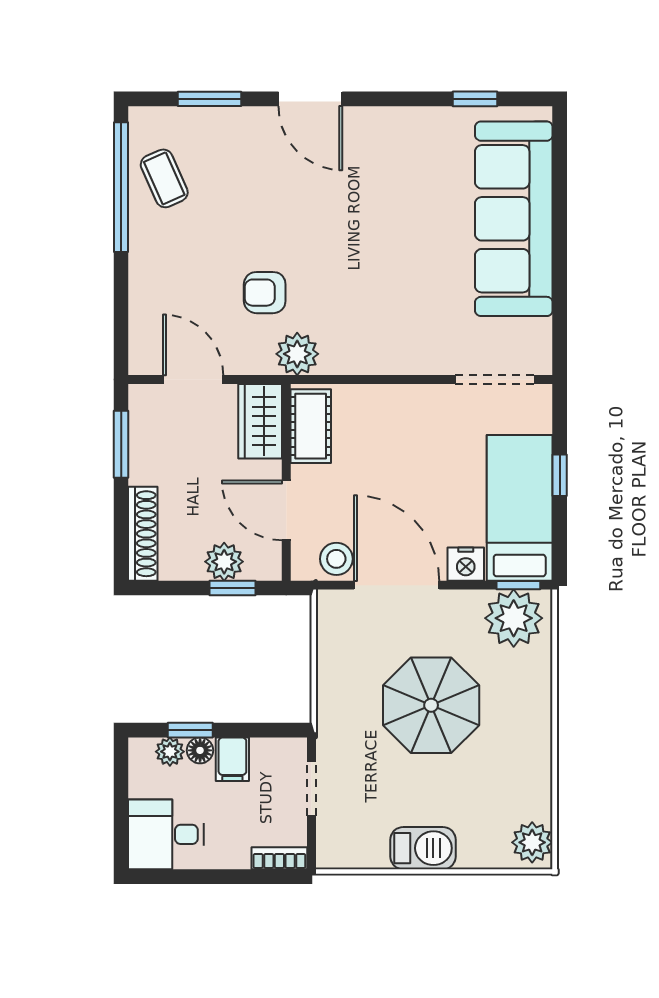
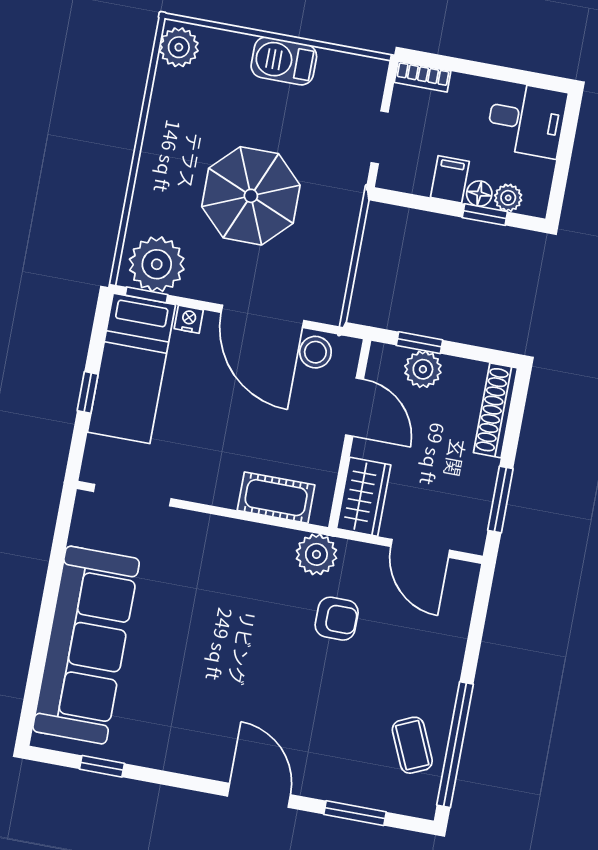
cot: (311, 426) -> (276, 498), moved, turned 90
nightstand: (466, 564) -> (189, 319), width x0.72, depth x0.74

